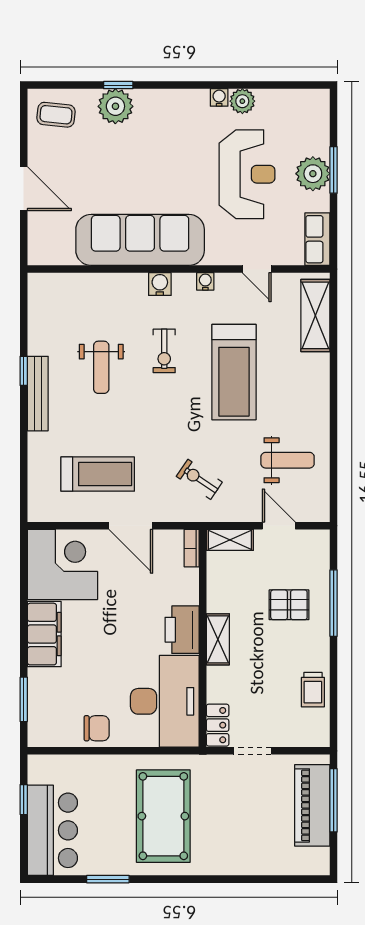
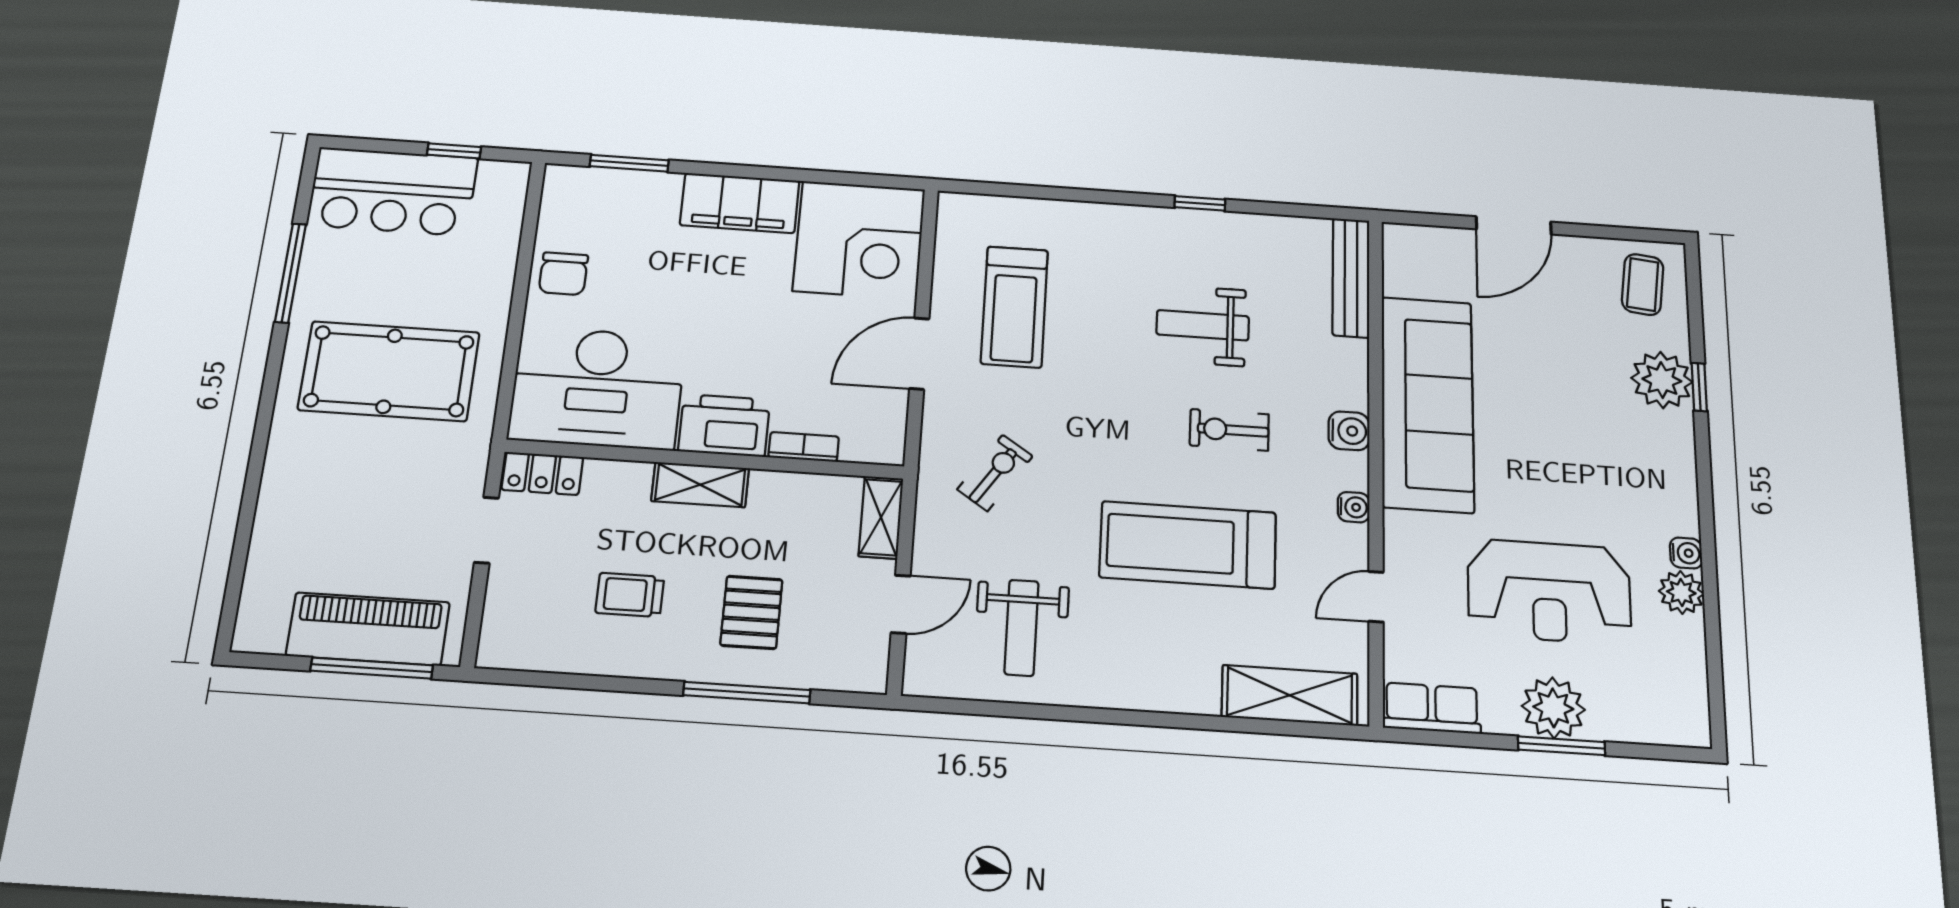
bench: (38, 394) -> (1351, 278), moved, turned 90
bookcase: (192, 548) -> (804, 447), moved
trolley: (313, 690) -> (630, 595), moved
window: (108, 879) -> (291, 273), width x1.44

